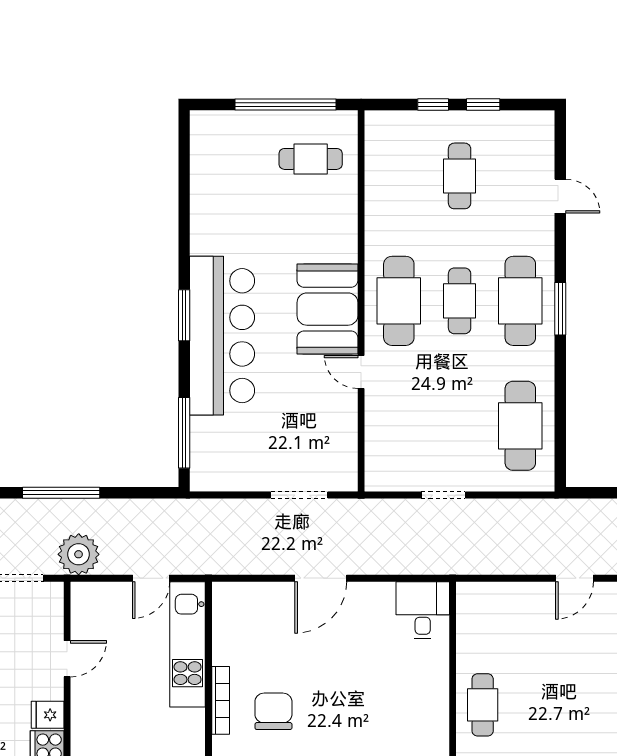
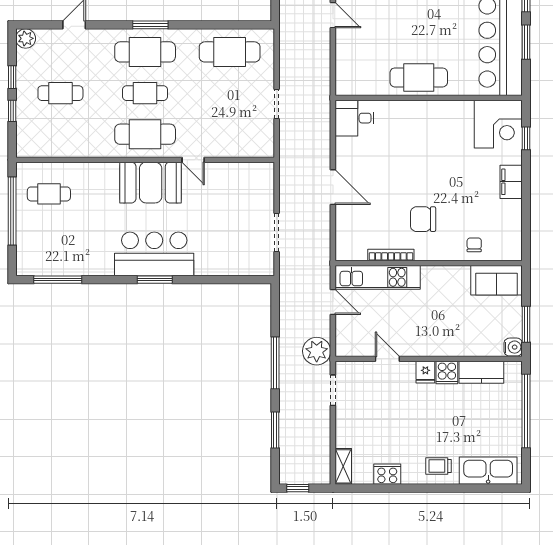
plant: (540, 125) -> (26, 38), added
cafe table: (311, 159) -> (49, 194), turned 90
bar counter: (222, 336) -> (154, 254), width x0.73
door: (361, 372) -> (193, 160), hinge flipped
window: (184, 433) -> (58, 280), moved
doorway: (299, 495) -> (277, 232), moved
bookcase: (221, 700) -> (391, 255), moved
cafe table: (483, 705) -> (419, 77), width x1.37, depth x1.35

